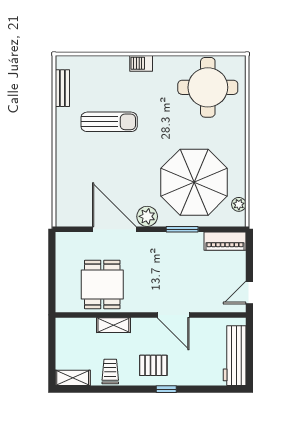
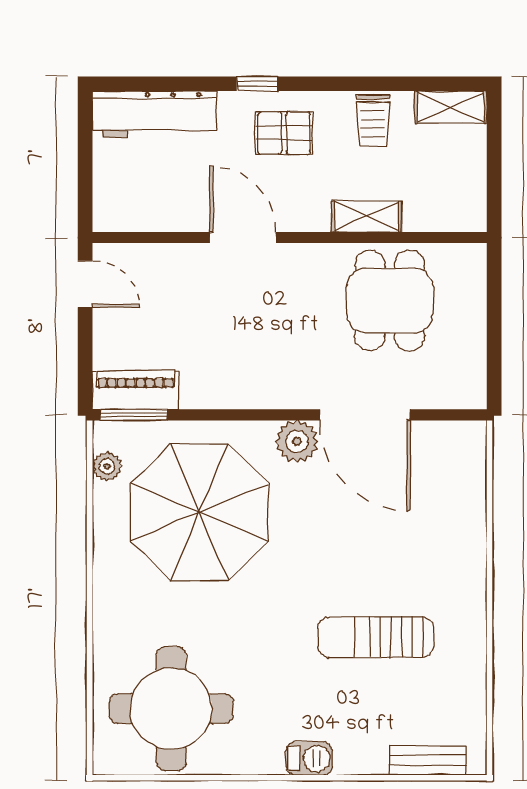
bench: (62, 88) -> (428, 760), moved, turned 90
window: (182, 229) -> (134, 415), moved
door: (249, 292) -> (85, 284), hinge flipped
workbench: (235, 356) -> (154, 114), moved, turned 90

